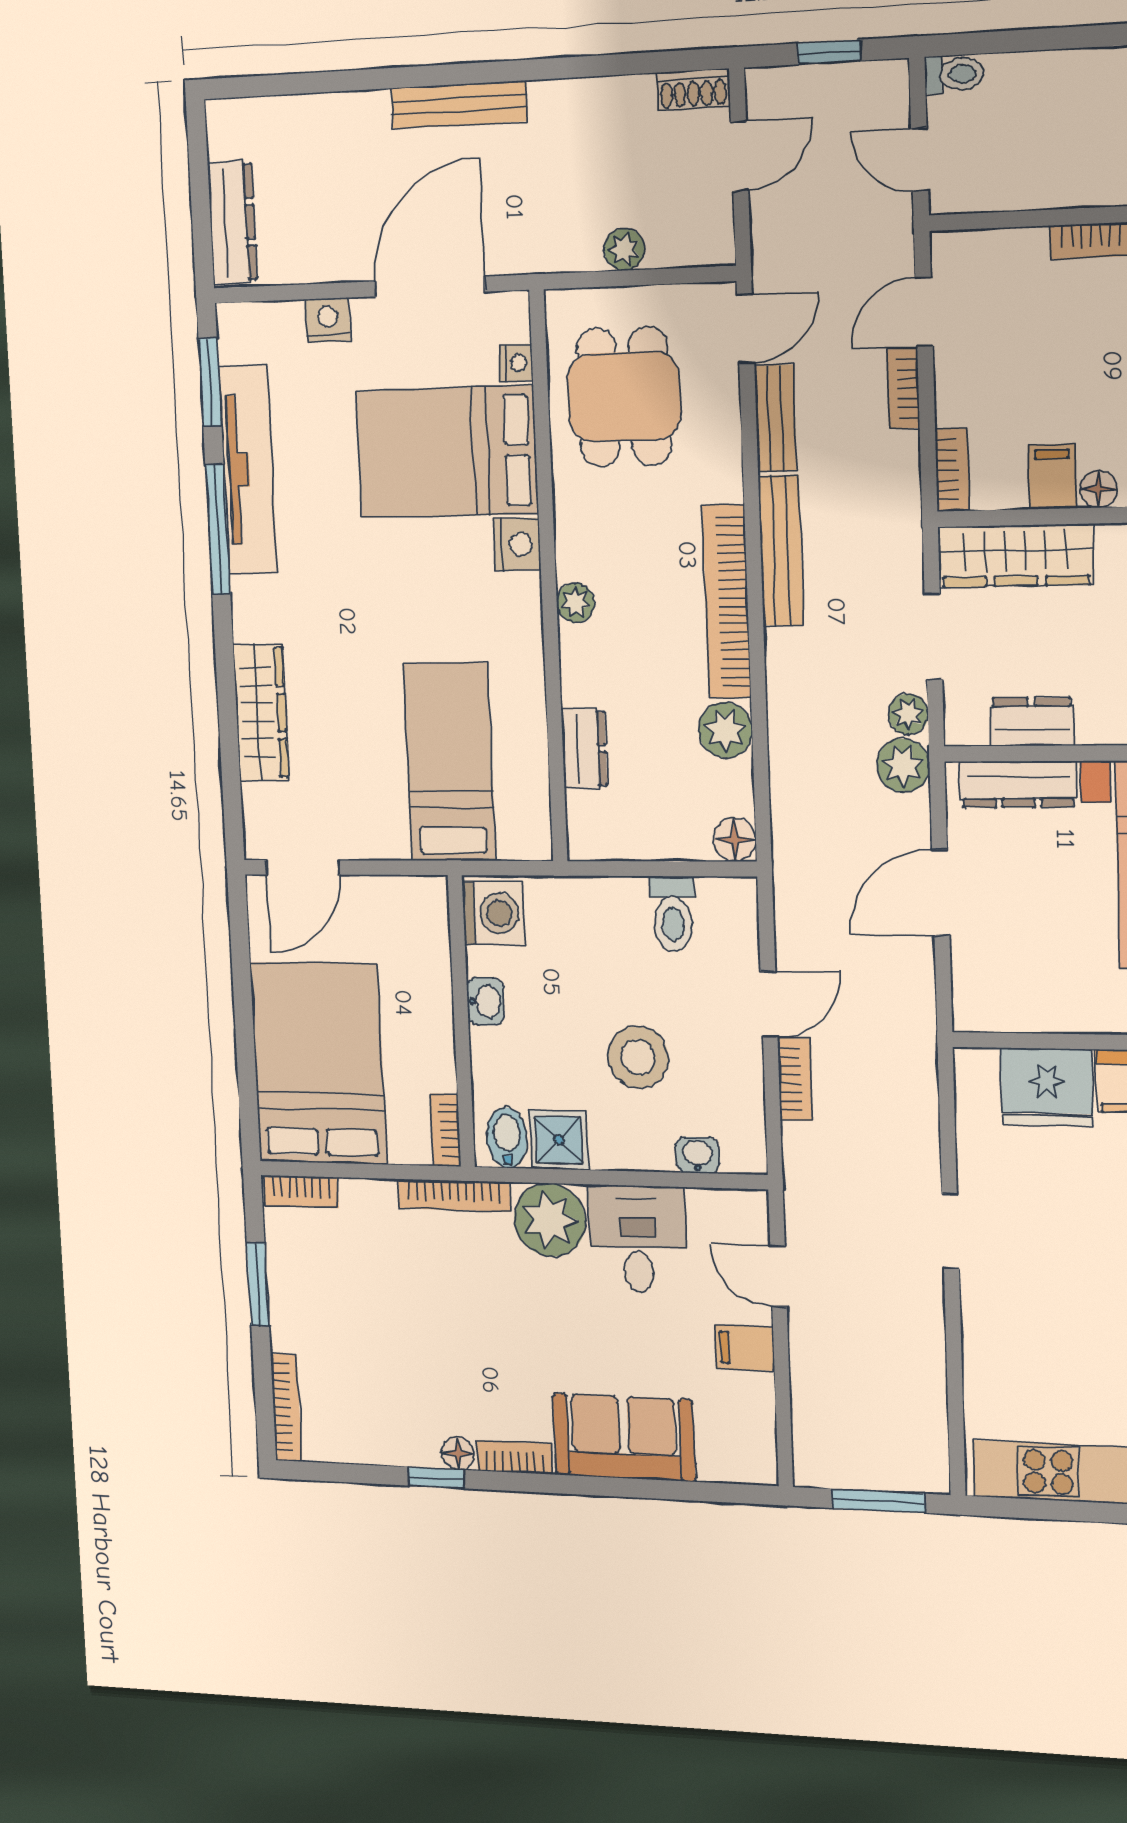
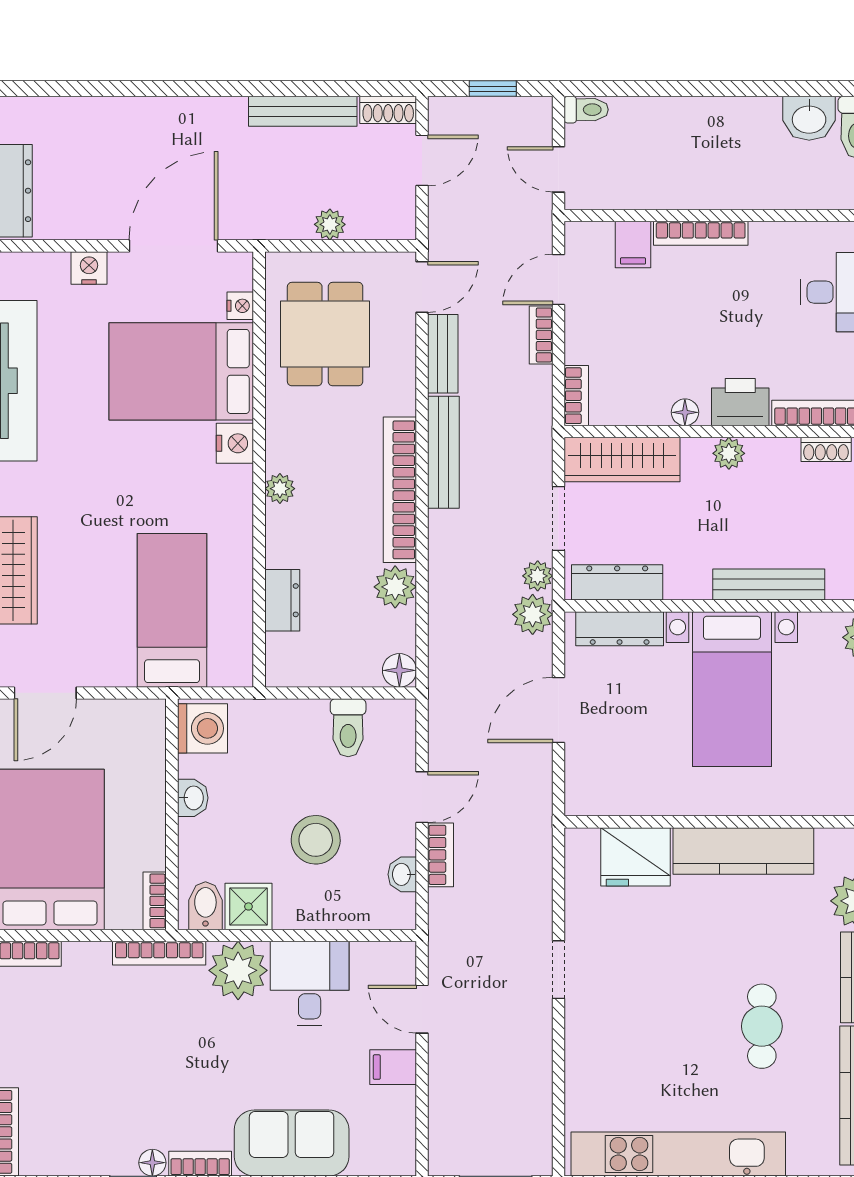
bench: (459, 105) -> (303, 111), moved
filing cabinet: (1052, 477) -> (633, 245), moved, turned 180
dresser: (1032, 722) -> (617, 582), width x1.44
washbasin: (697, 1155) -> (402, 874), moved, turned -90

